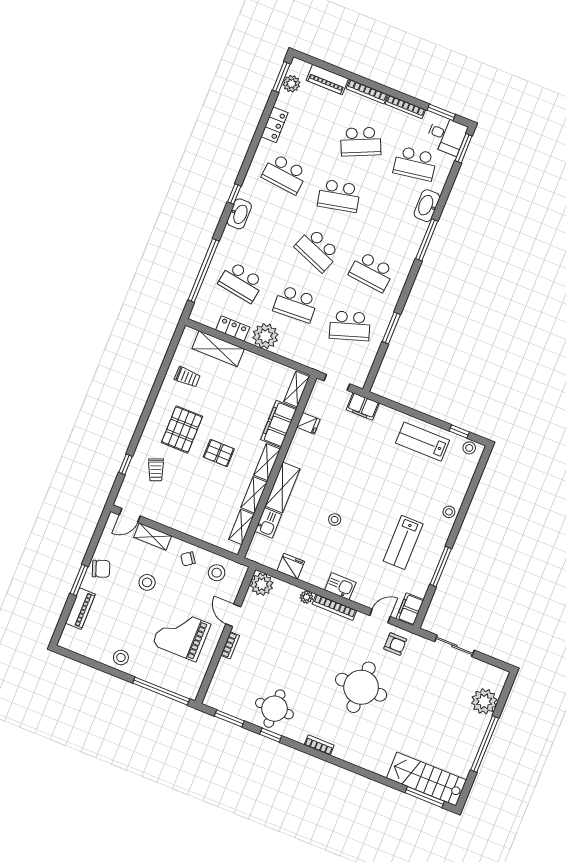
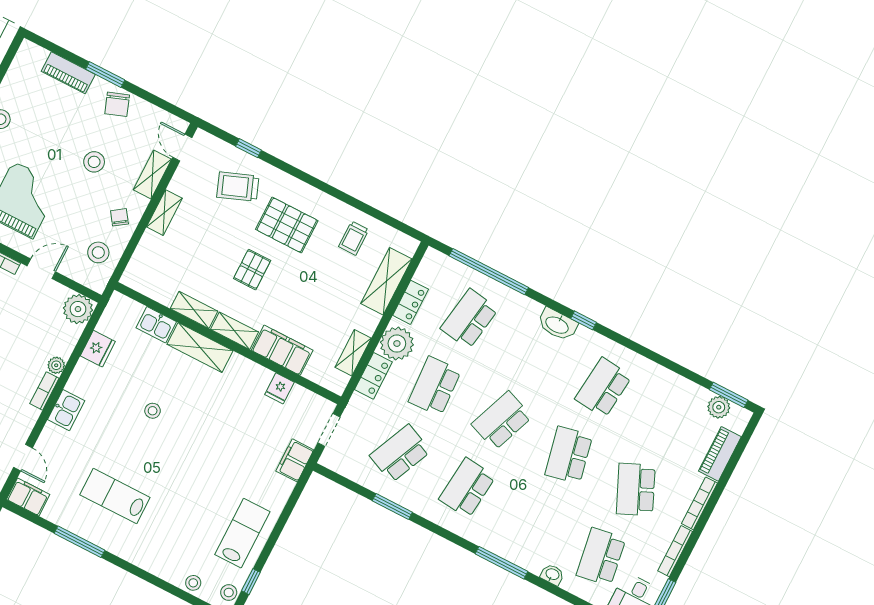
locker: (274, 125) -> (373, 376), moved, turned -90
washbasin: (427, 206) -> (552, 575), width x0.52, depth x0.69
school desk: (350, 326) -> (400, 453), turned 42
shelving: (297, 389) -> (353, 353), moved, turned 90
trolley: (156, 470) -> (238, 187), width x1.36, depth x1.39
stool: (449, 512) -> (193, 583), moved
shelving: (241, 527) -> (164, 213), moved, turned 90
bookcase: (334, 607) -> (44, 391), width x0.64

